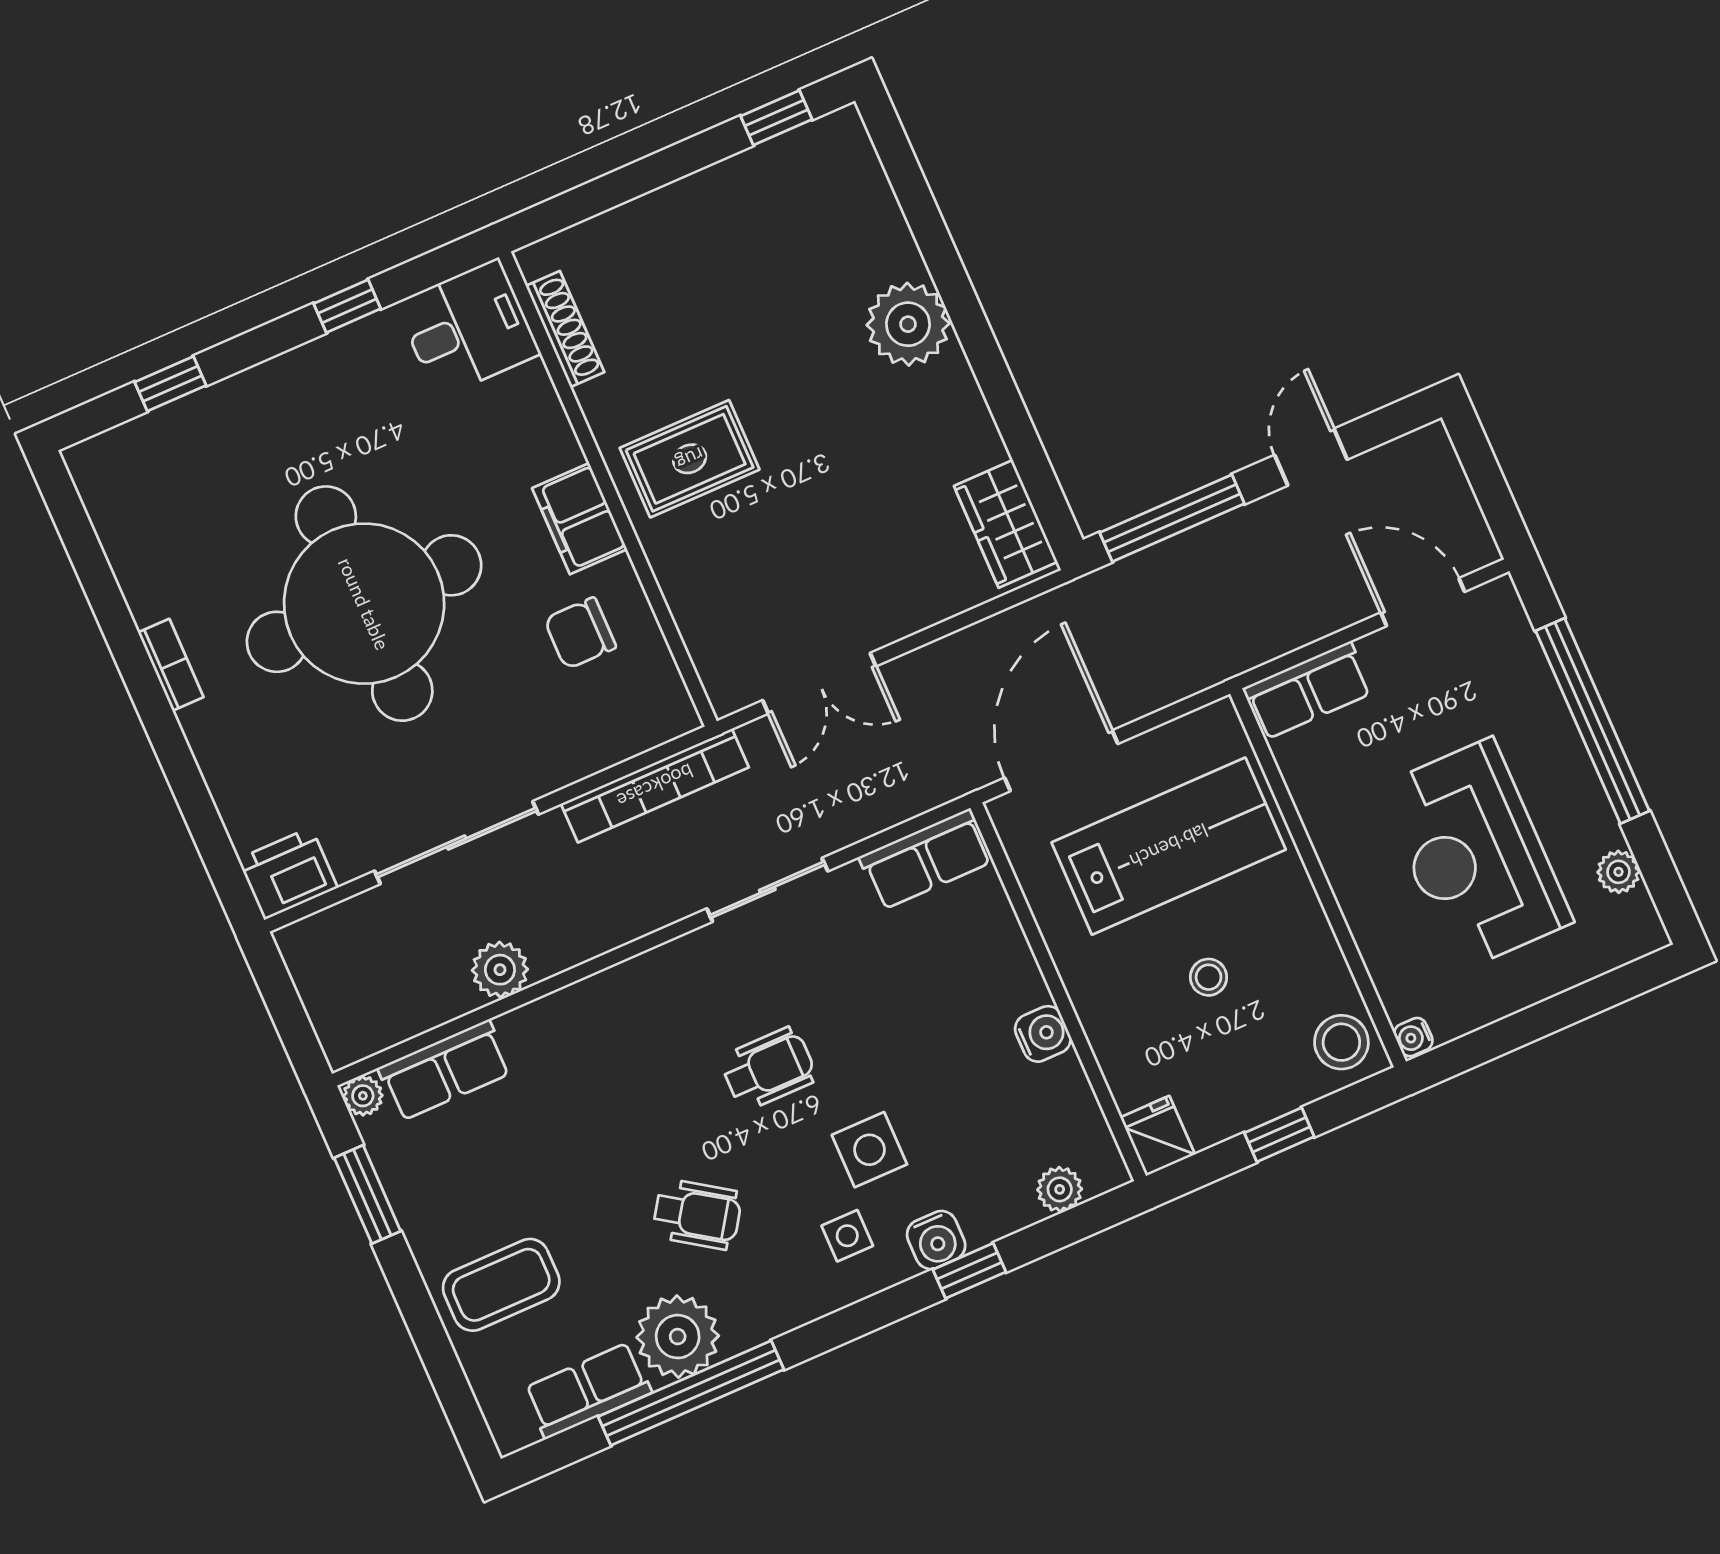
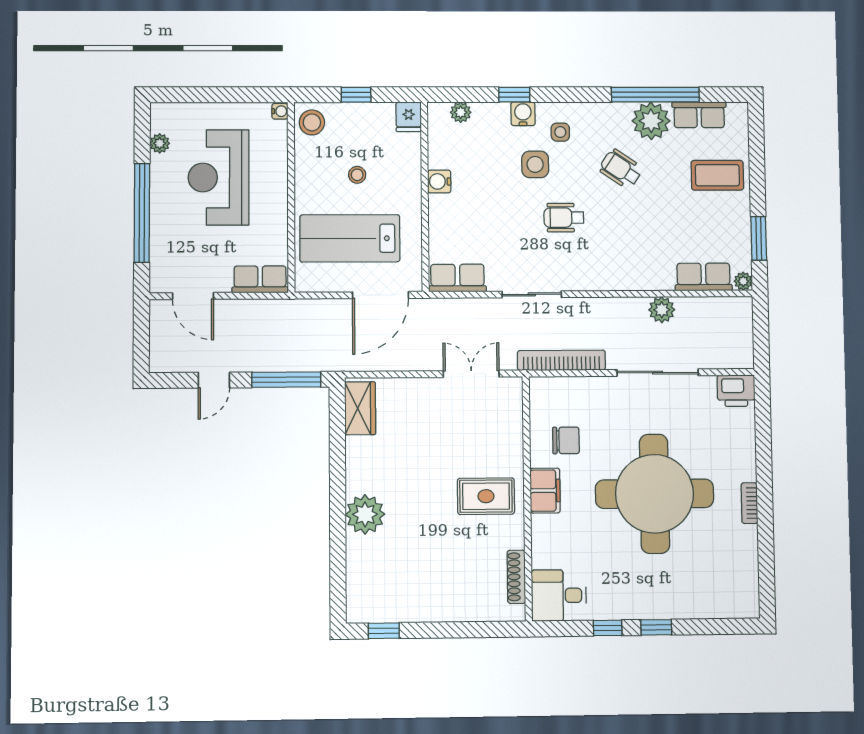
window: (170, 384) -> (656, 627), moved
reception desk: (1475, 855) -> (219, 177), turned 180

